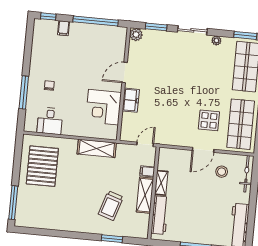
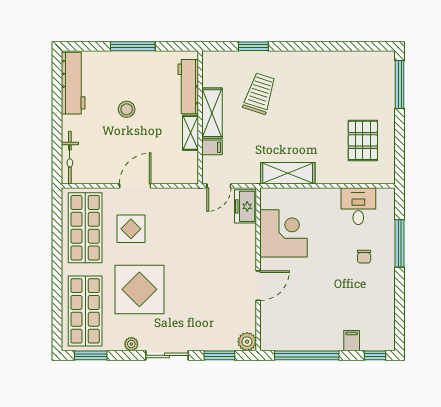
display table: (207, 78) -> (139, 289), added
freezer: (131, 100) -> (246, 206), moved
pallet: (42, 166) -> (363, 140), width x0.73, depth x0.71
stool: (222, 172) -> (127, 109), moved

